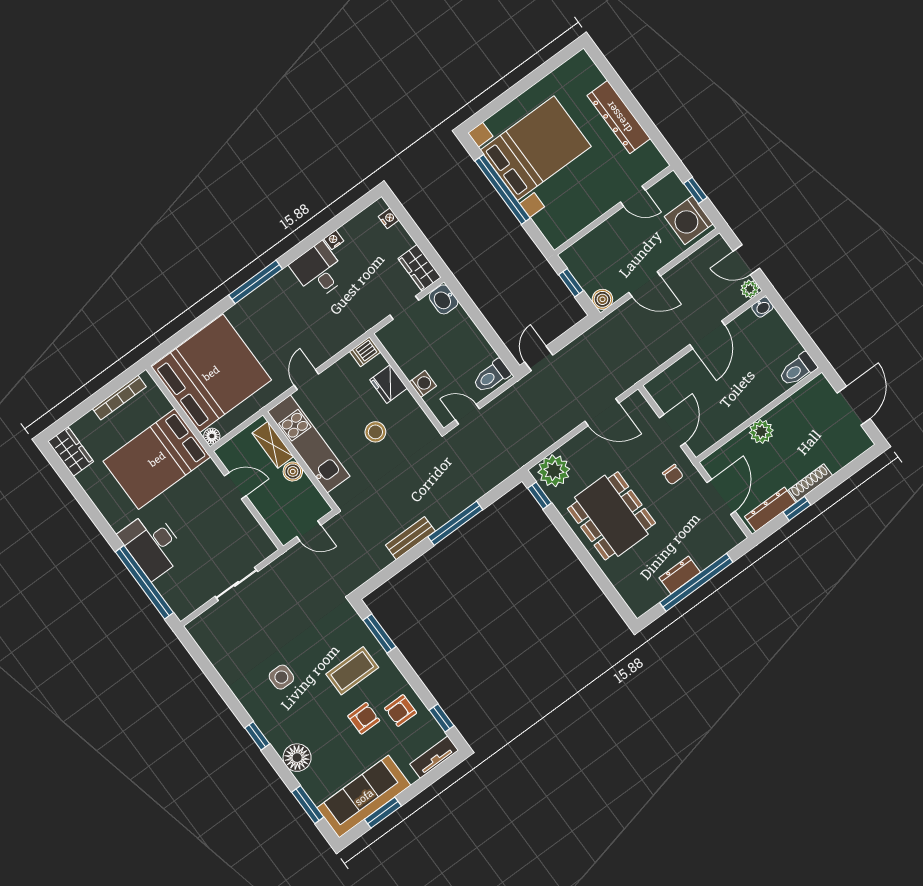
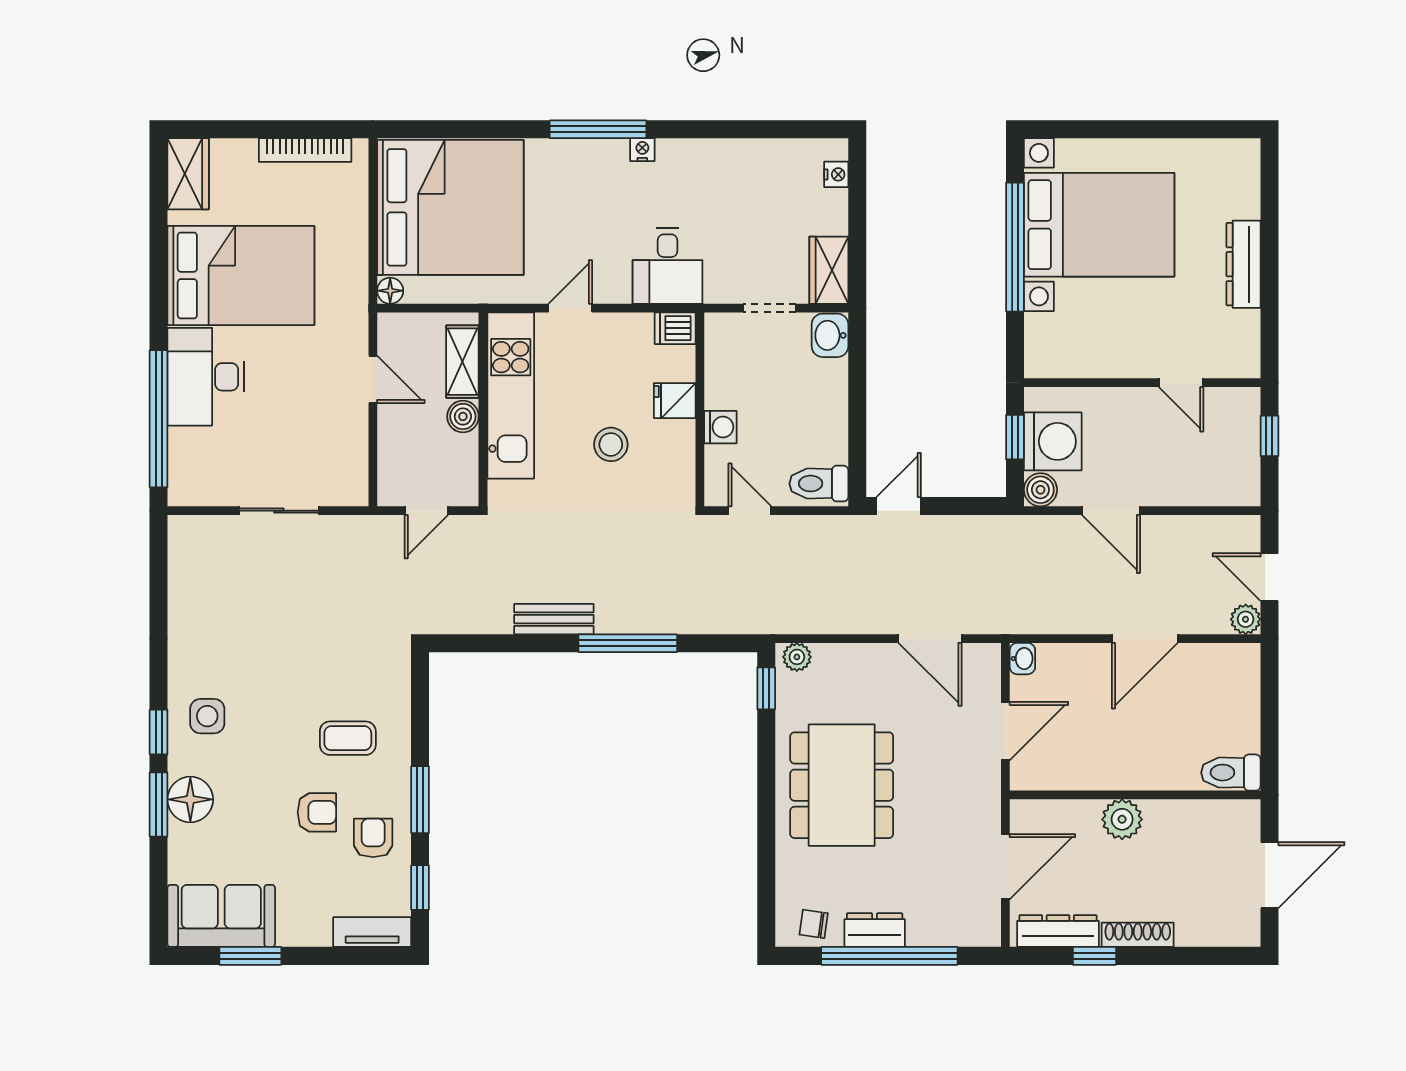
dresser: (619, 117) -> (1243, 264), width x0.73, depth x0.80
washing machine: (689, 220) -> (1053, 441), moved, turned 180
nightstand: (334, 240) -> (642, 150), moved
desk: (319, 271) -> (668, 266), moved, turned 180
washbasin: (762, 307) -> (1022, 659), moved, turned -90
fridge: (388, 384) -> (675, 401), width x0.72
bed: (157, 459) -> (241, 275), moved, turned 180
plant: (554, 471) -> (797, 657), width x0.53, depth x0.53
chair: (673, 475) -> (814, 924), moved, turned 98
door: (309, 531) -> (426, 511), hinge flipped
window: (379, 633) -> (420, 800), moved
coffee table: (352, 671) -> (348, 738), width x0.73, depth x0.77
side table: (281, 677) -> (207, 716), moved
armchair: (401, 711) -> (373, 838), turned 90
sofa: (364, 797) -> (221, 916), width x0.73
window: (308, 805) -> (159, 804), moved

